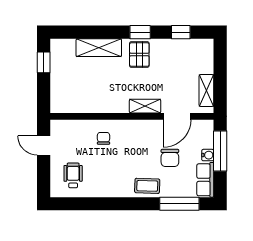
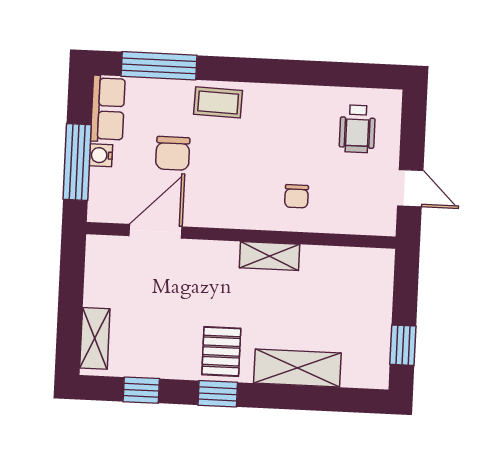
shelving: (206, 91) -> (95, 338), moved
shelving: (145, 106) -> (270, 256), moved
chair: (170, 158) -> (173, 153), turned 180

